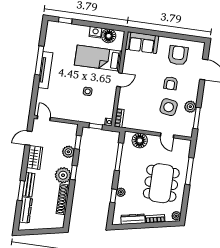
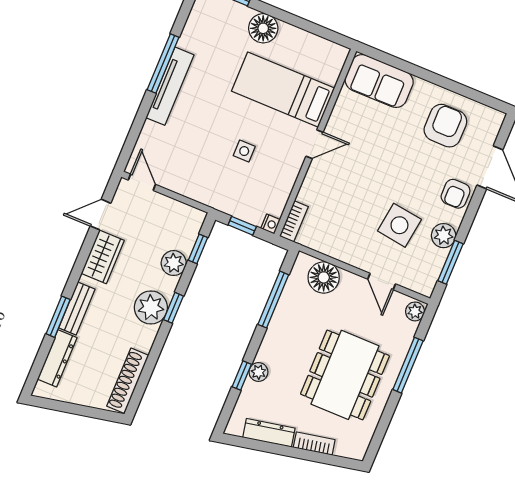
nightstand: (95, 32) -> (291, 36), removed
floor lamp: (109, 36) -> (263, 28), moved
armchair: (171, 83) -> (456, 194), moved
shoe rack: (63, 199) -> (128, 381), moved
plant: (176, 216) -> (415, 311), moved

